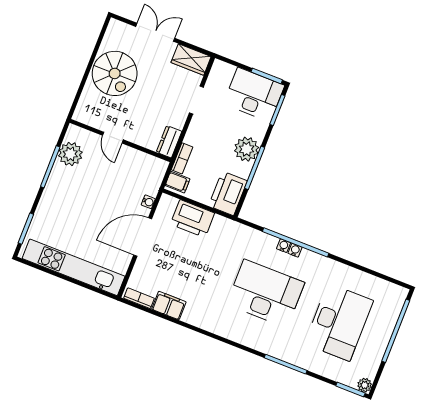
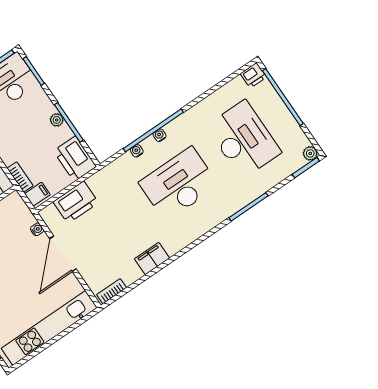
plant: (247, 149) -> (57, 120), width x0.53, depth x0.53
water cooler: (284, 246) -> (137, 151), moved
printer: (397, 294) -> (253, 75), added
filing cabinet: (169, 306) -> (152, 259), moved

